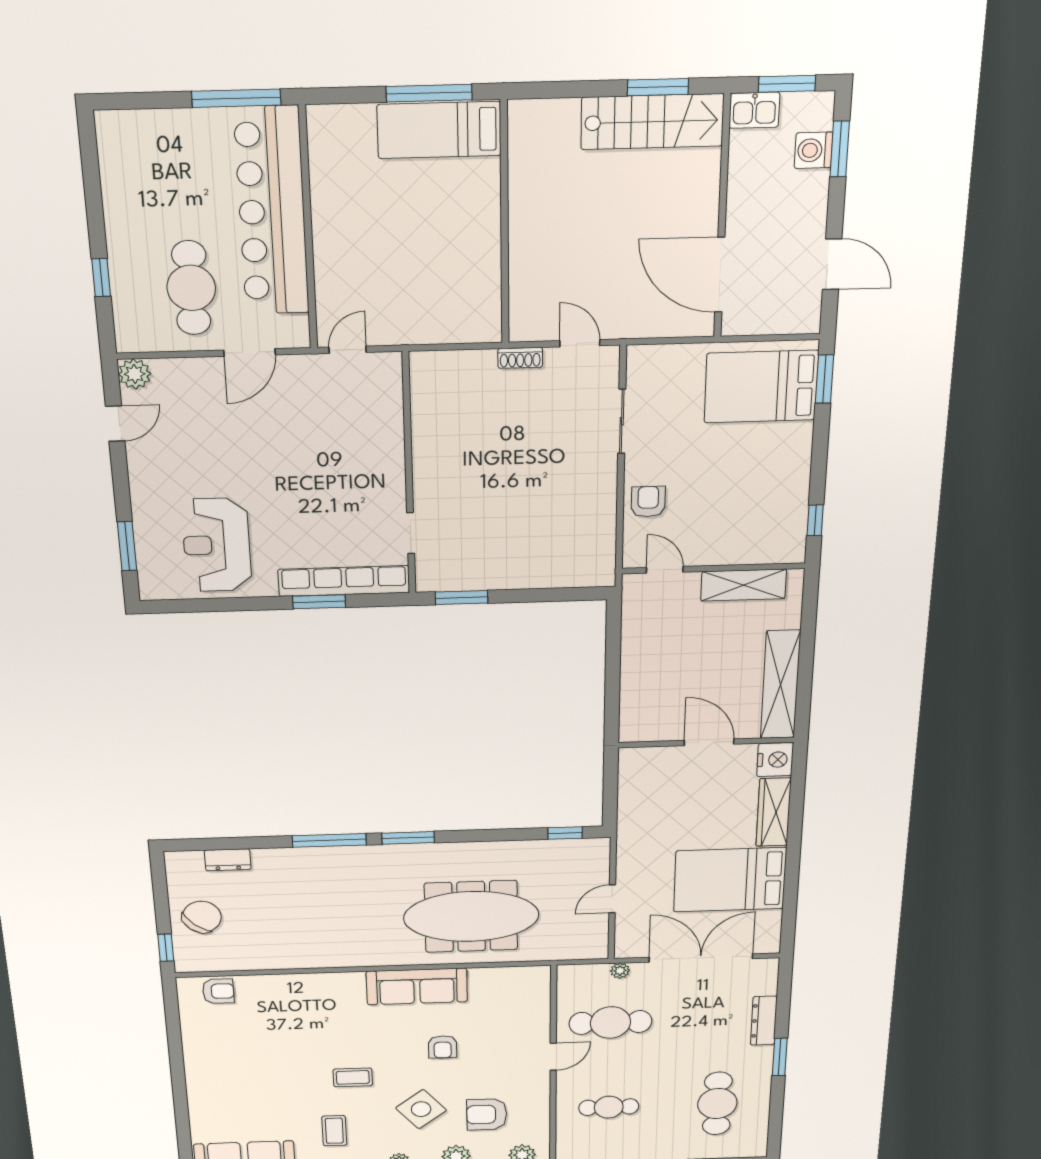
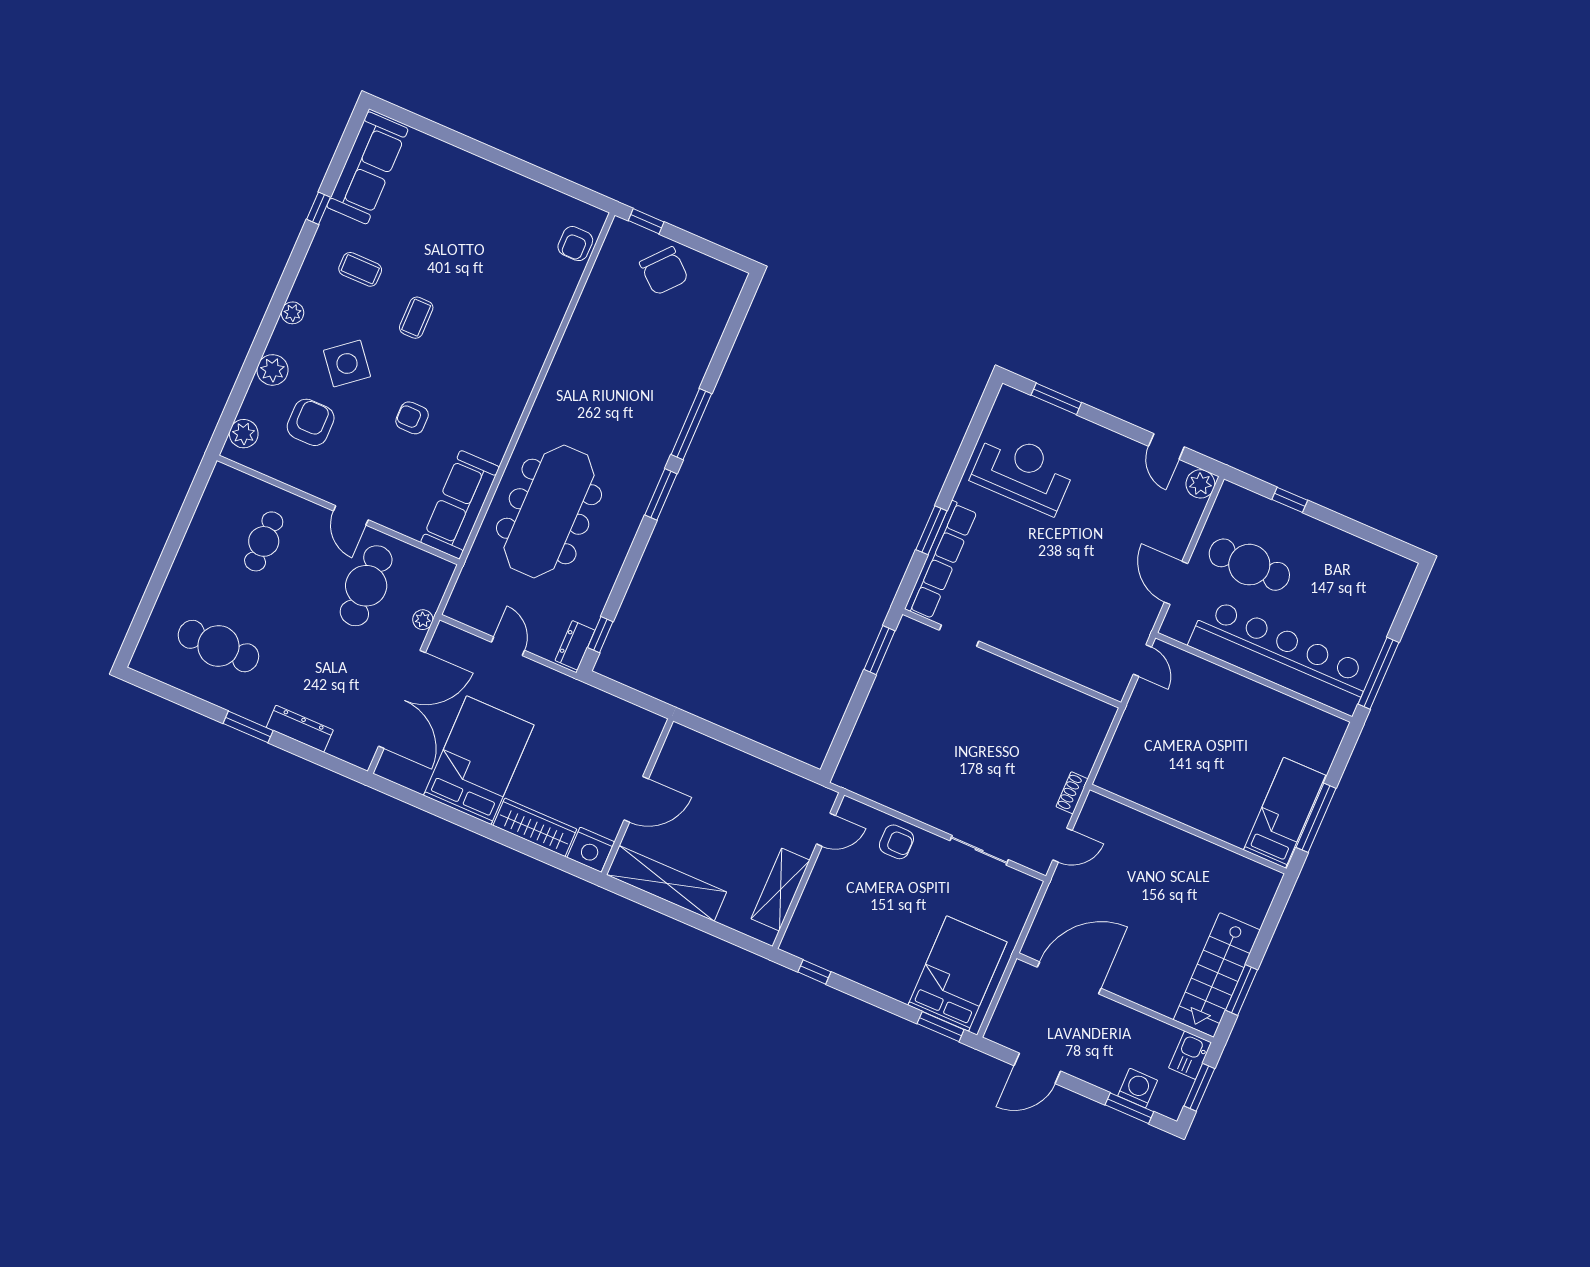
dresser: (228, 860) -> (575, 645), moved
sofa: (417, 986) -> (460, 505), moved

